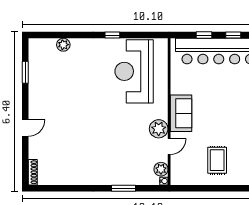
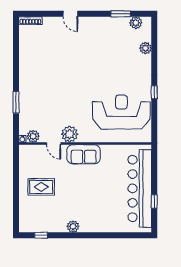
window: (204, 35) -> (154, 175), removed
plant: (35, 55) -> (136, 23), added

